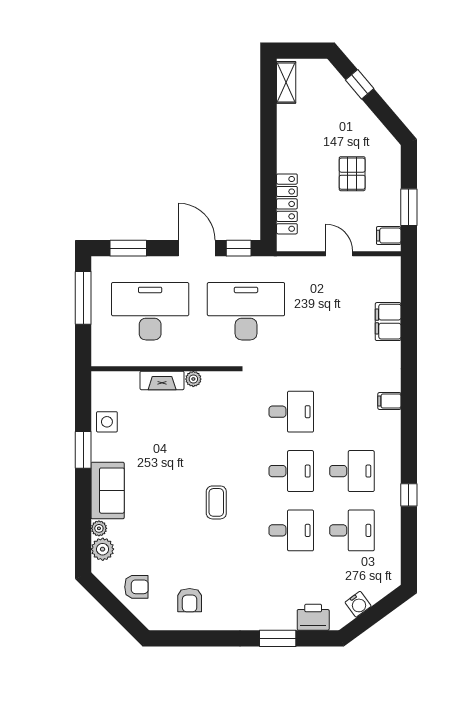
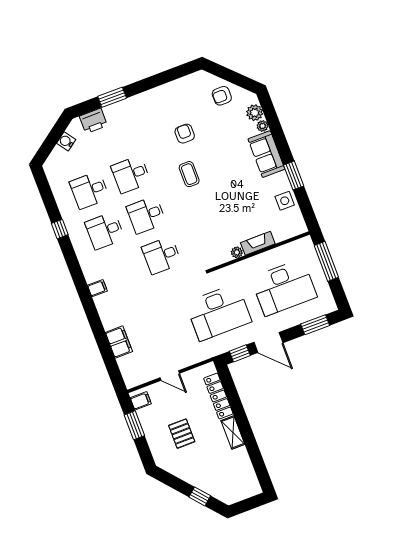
shelving: (286, 82) -> (233, 432), moved
window: (83, 298) -> (326, 261), moved
armchair: (190, 600) -> (185, 134), moved

